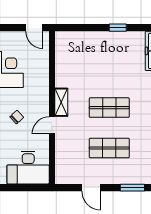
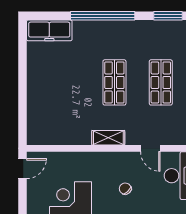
window: (118, 28) -> (23, 73), removed
door: (52, 125) -> (150, 148), moved

